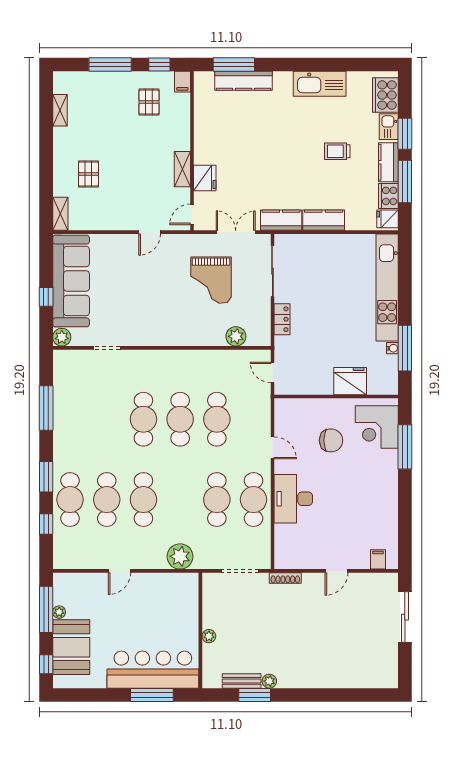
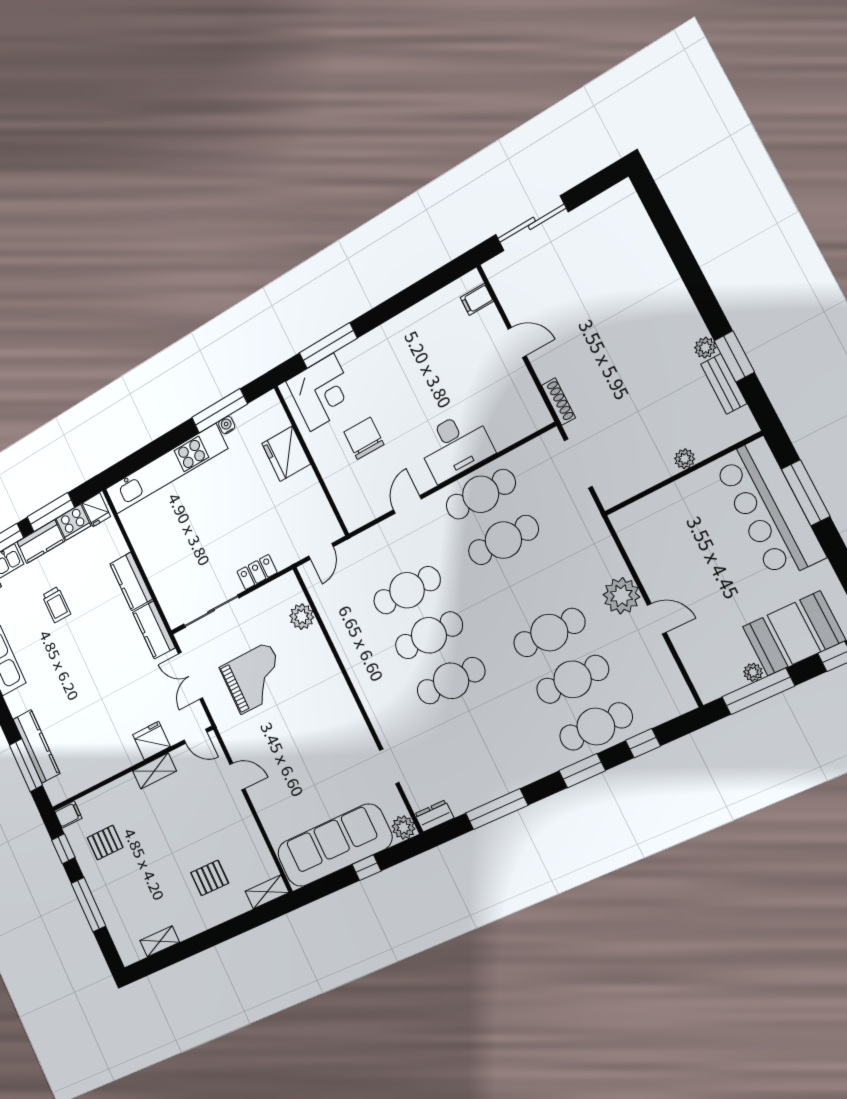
dresser: (60, 363) -> (434, 816), added
plant: (180, 556) -> (621, 596), moved

